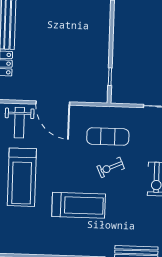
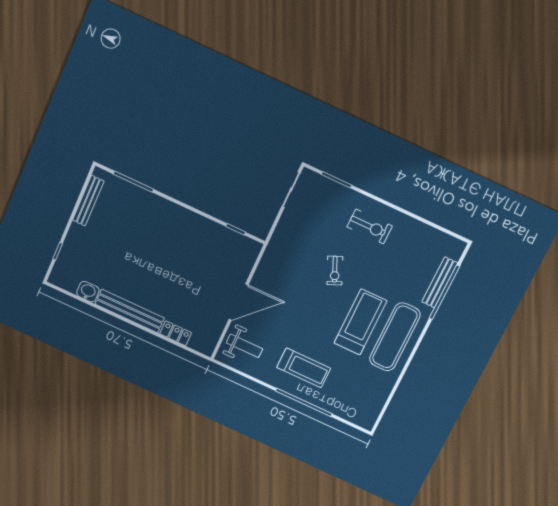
exercise mat: (108, 136) -> (395, 337), moved, width x1.36, depth x1.45
treadmill: (22, 177) -> (304, 368), width x0.73, depth x0.73

